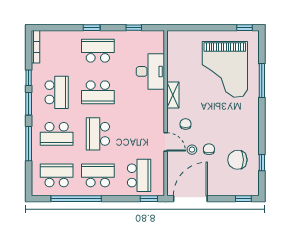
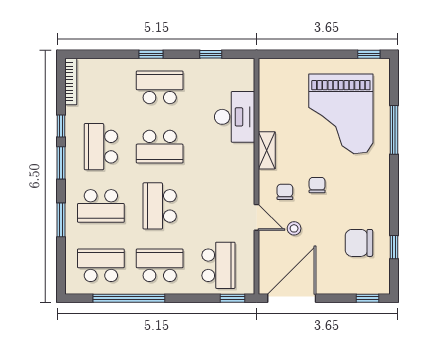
school desk: (57, 92) -> (101, 147), turned 180
window: (29, 144) -> (61, 220), width x0.69
chair: (209, 149) -> (317, 185), moved

